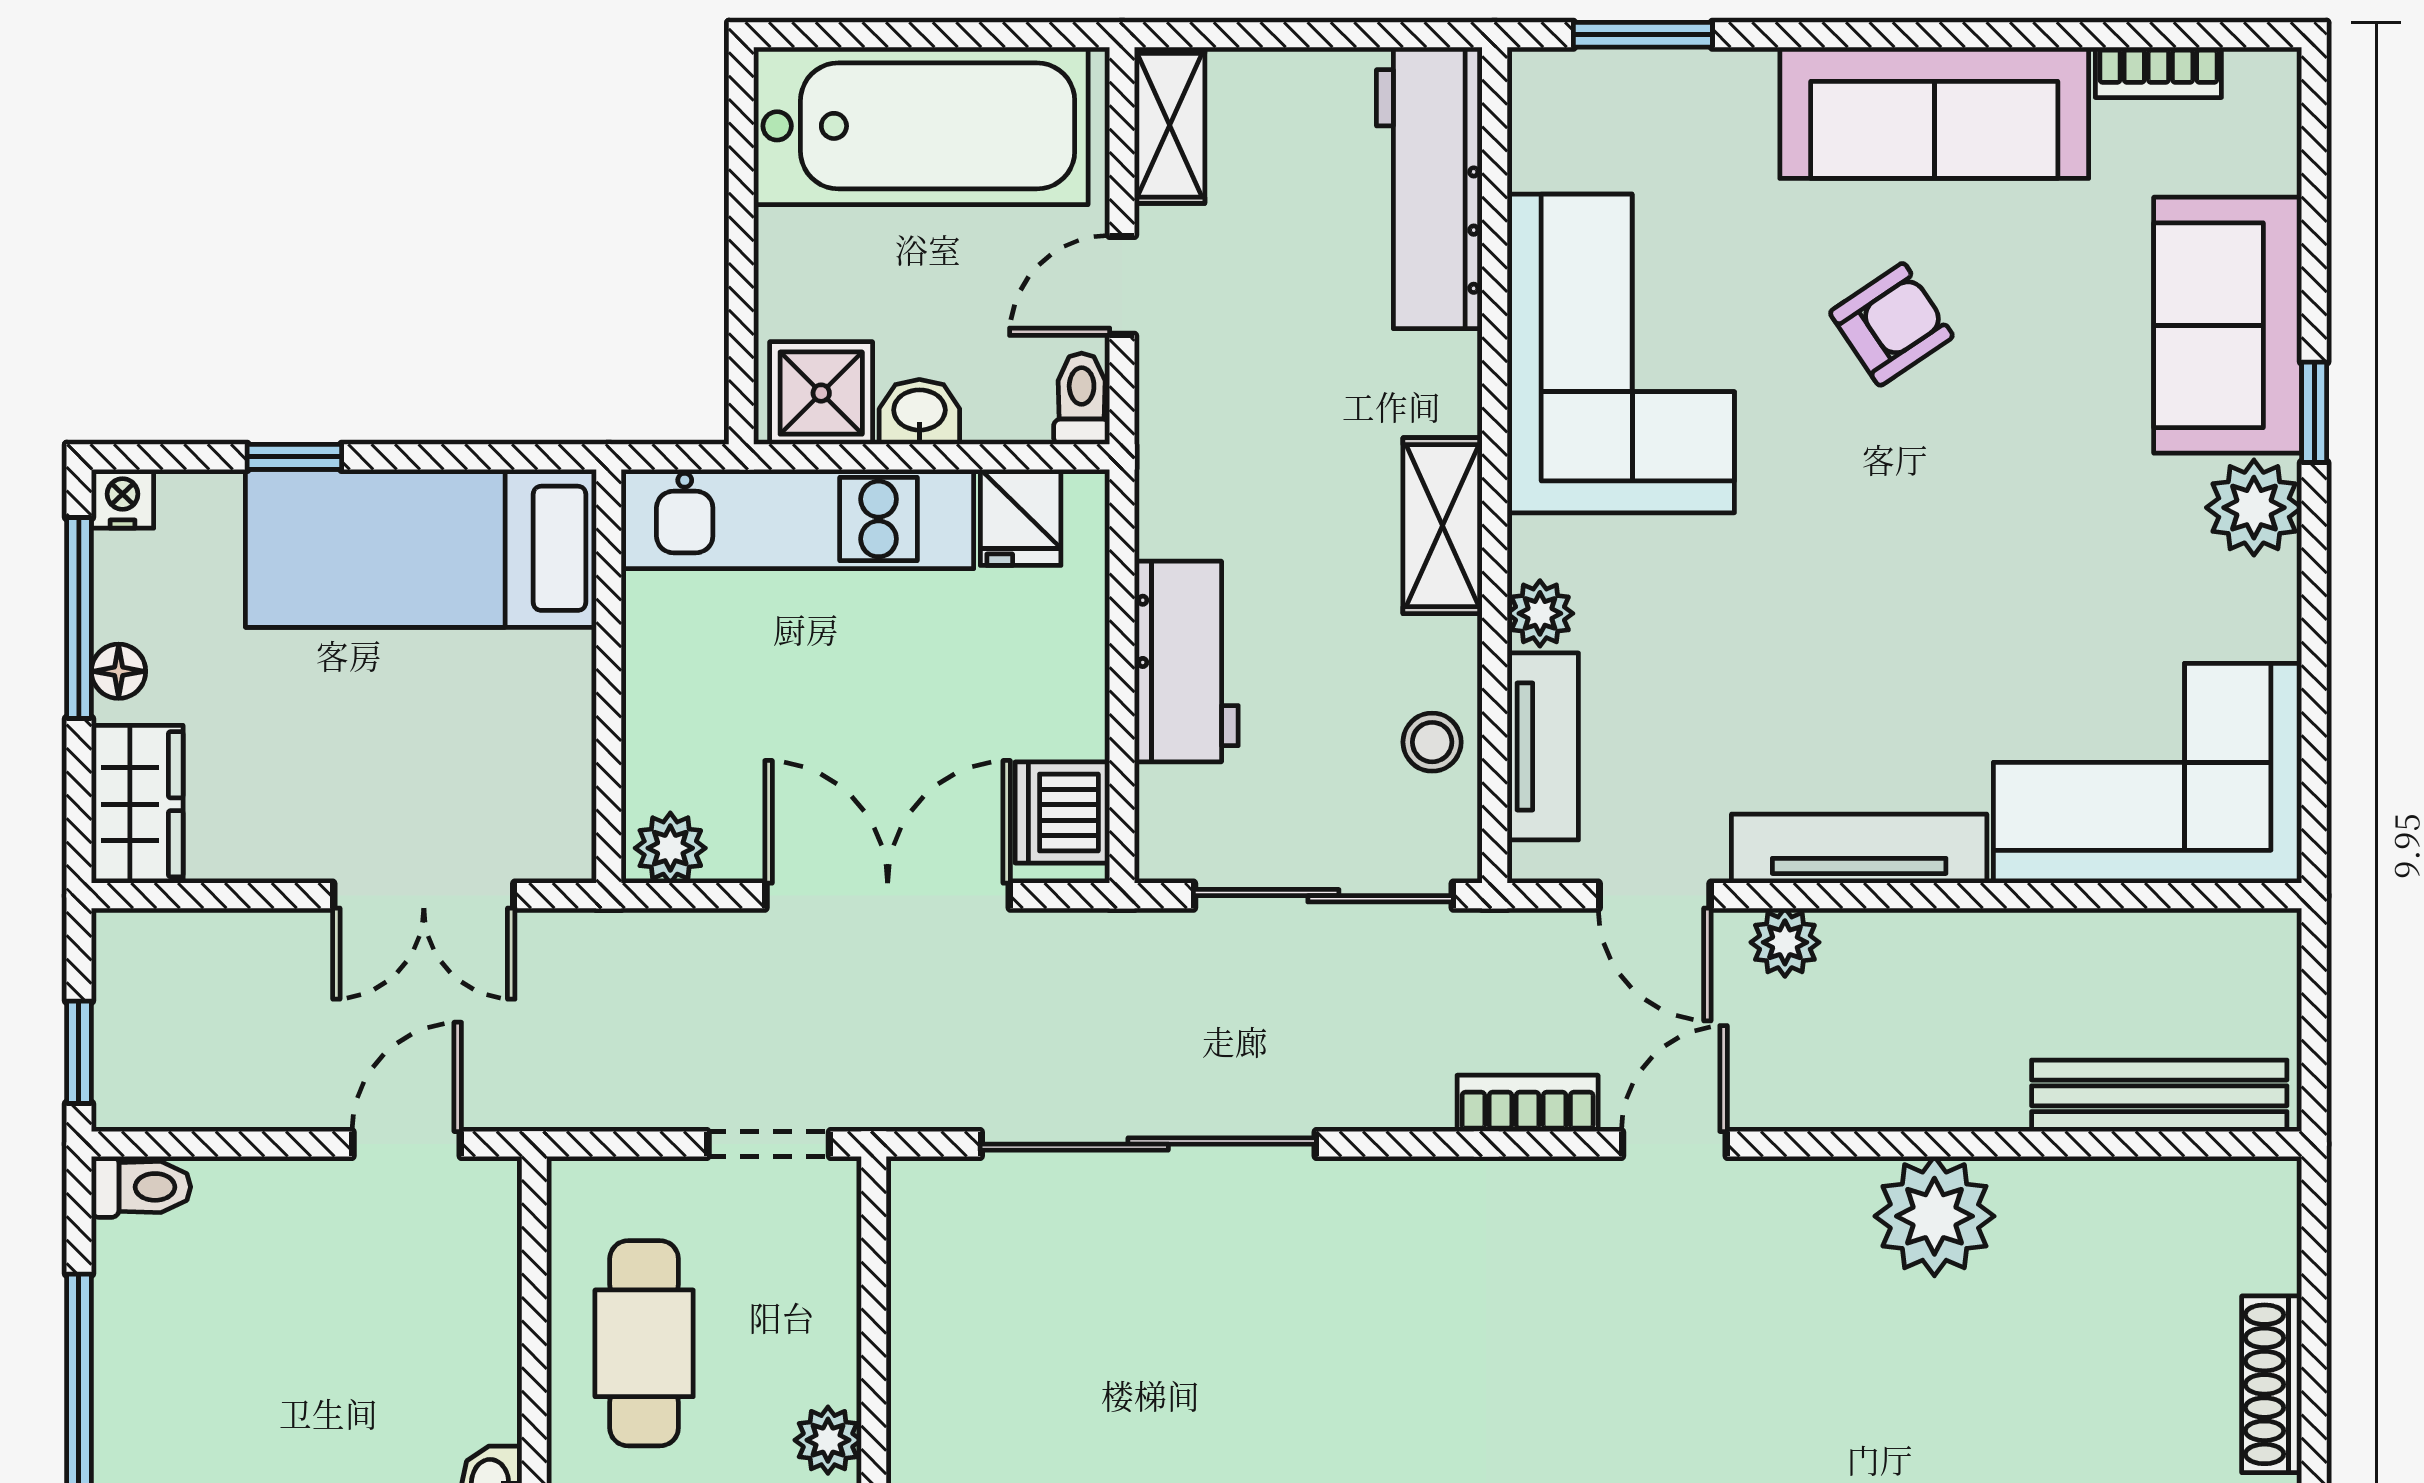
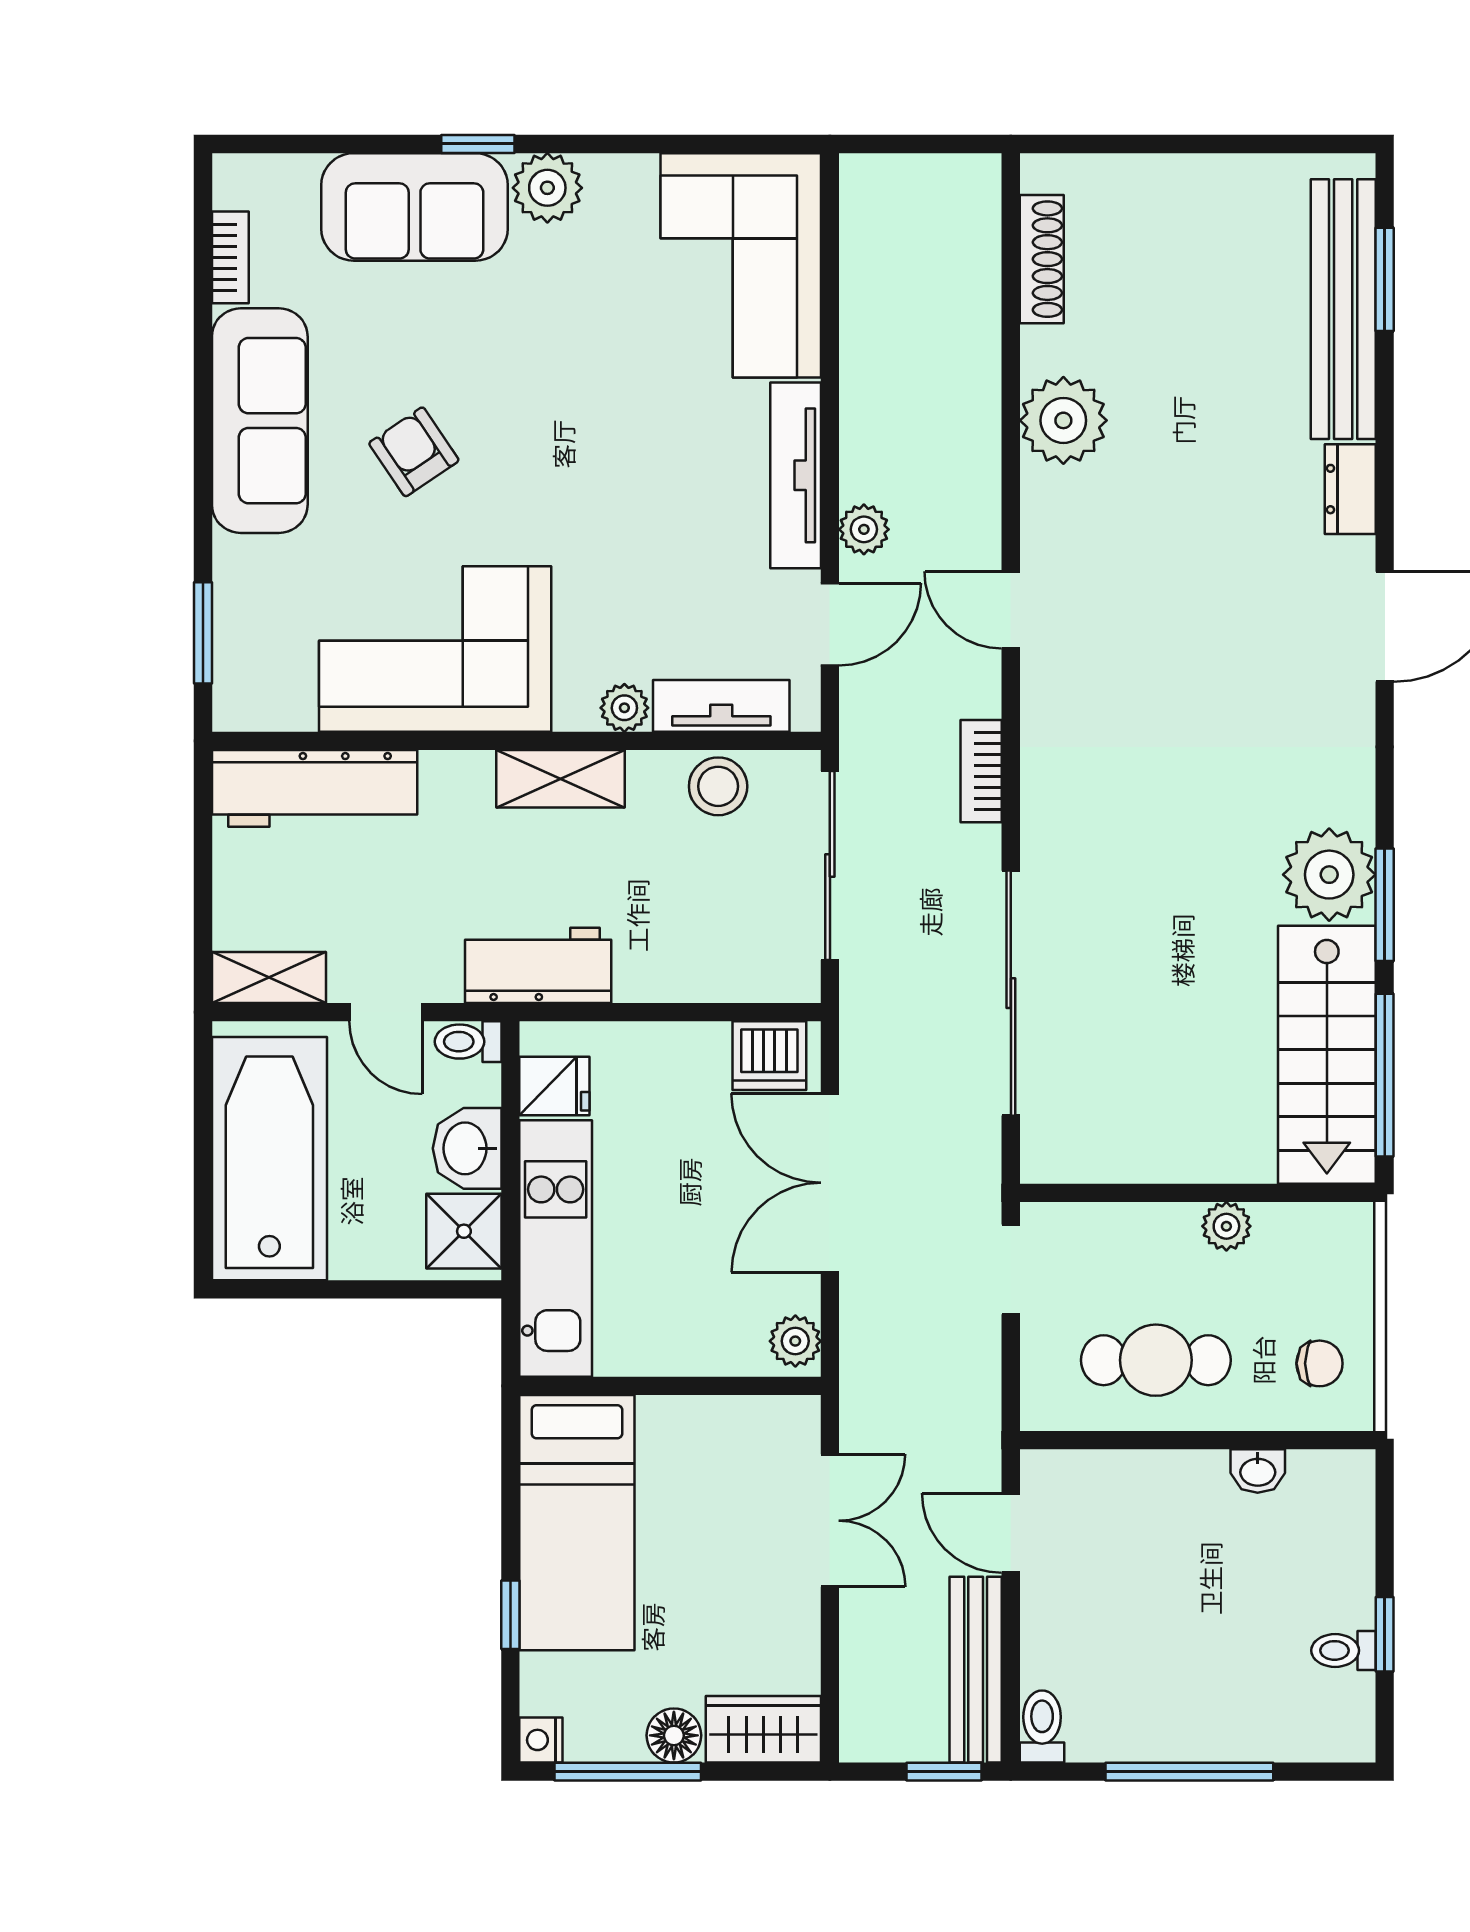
washbasin: (919, 412) -> (467, 1148), width x1.38, depth x1.45
workbench: (1186, 661) -> (538, 965), moved
floor lamp: (119, 671) -> (674, 1735), width x1.37, depth x1.37
stool: (1432, 742) -> (718, 786), width x1.37, depth x1.37
bench: (2159, 1096) -> (976, 1670), moved
bookcase: (1528, 1103) -> (981, 771), moved
shoe rack: (2272, 1384) -> (1042, 259), moved, turned -90

